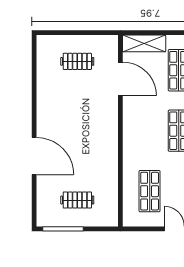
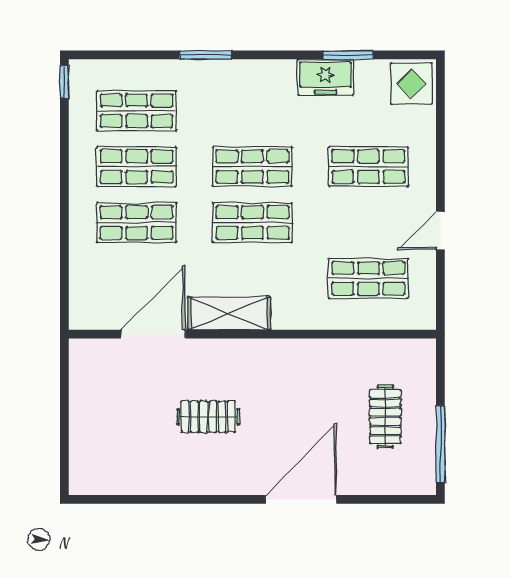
shelving: (144, 43) -> (229, 313), moved, turned 90
clothes rail: (77, 61) -> (208, 417), moved, turned 90

